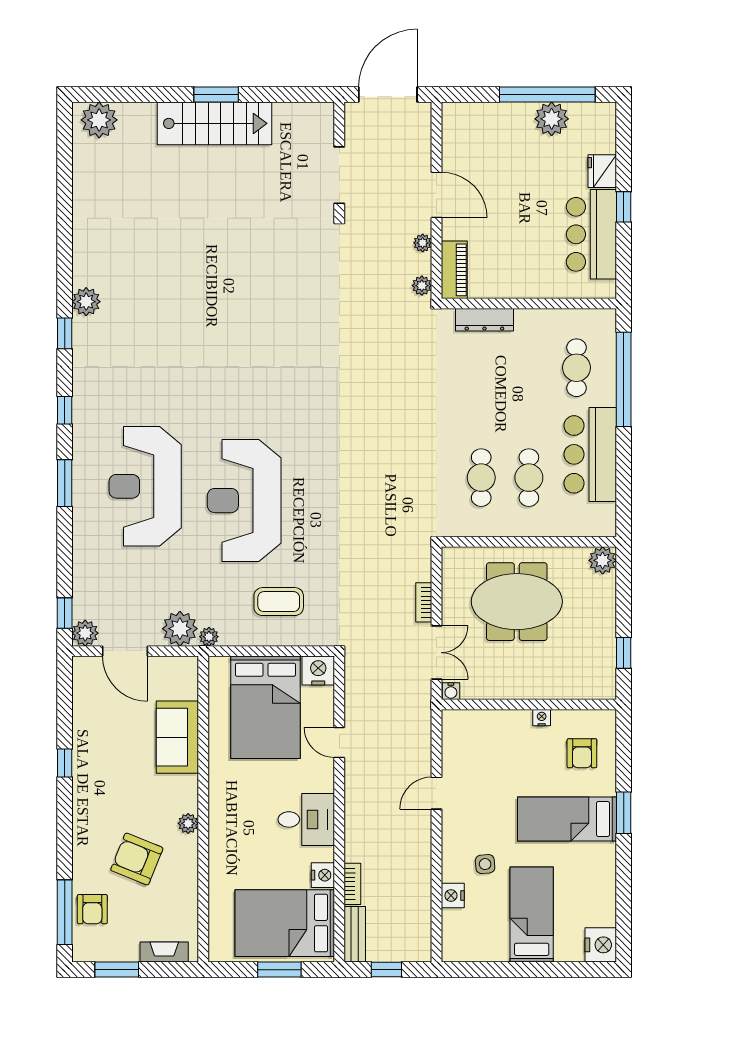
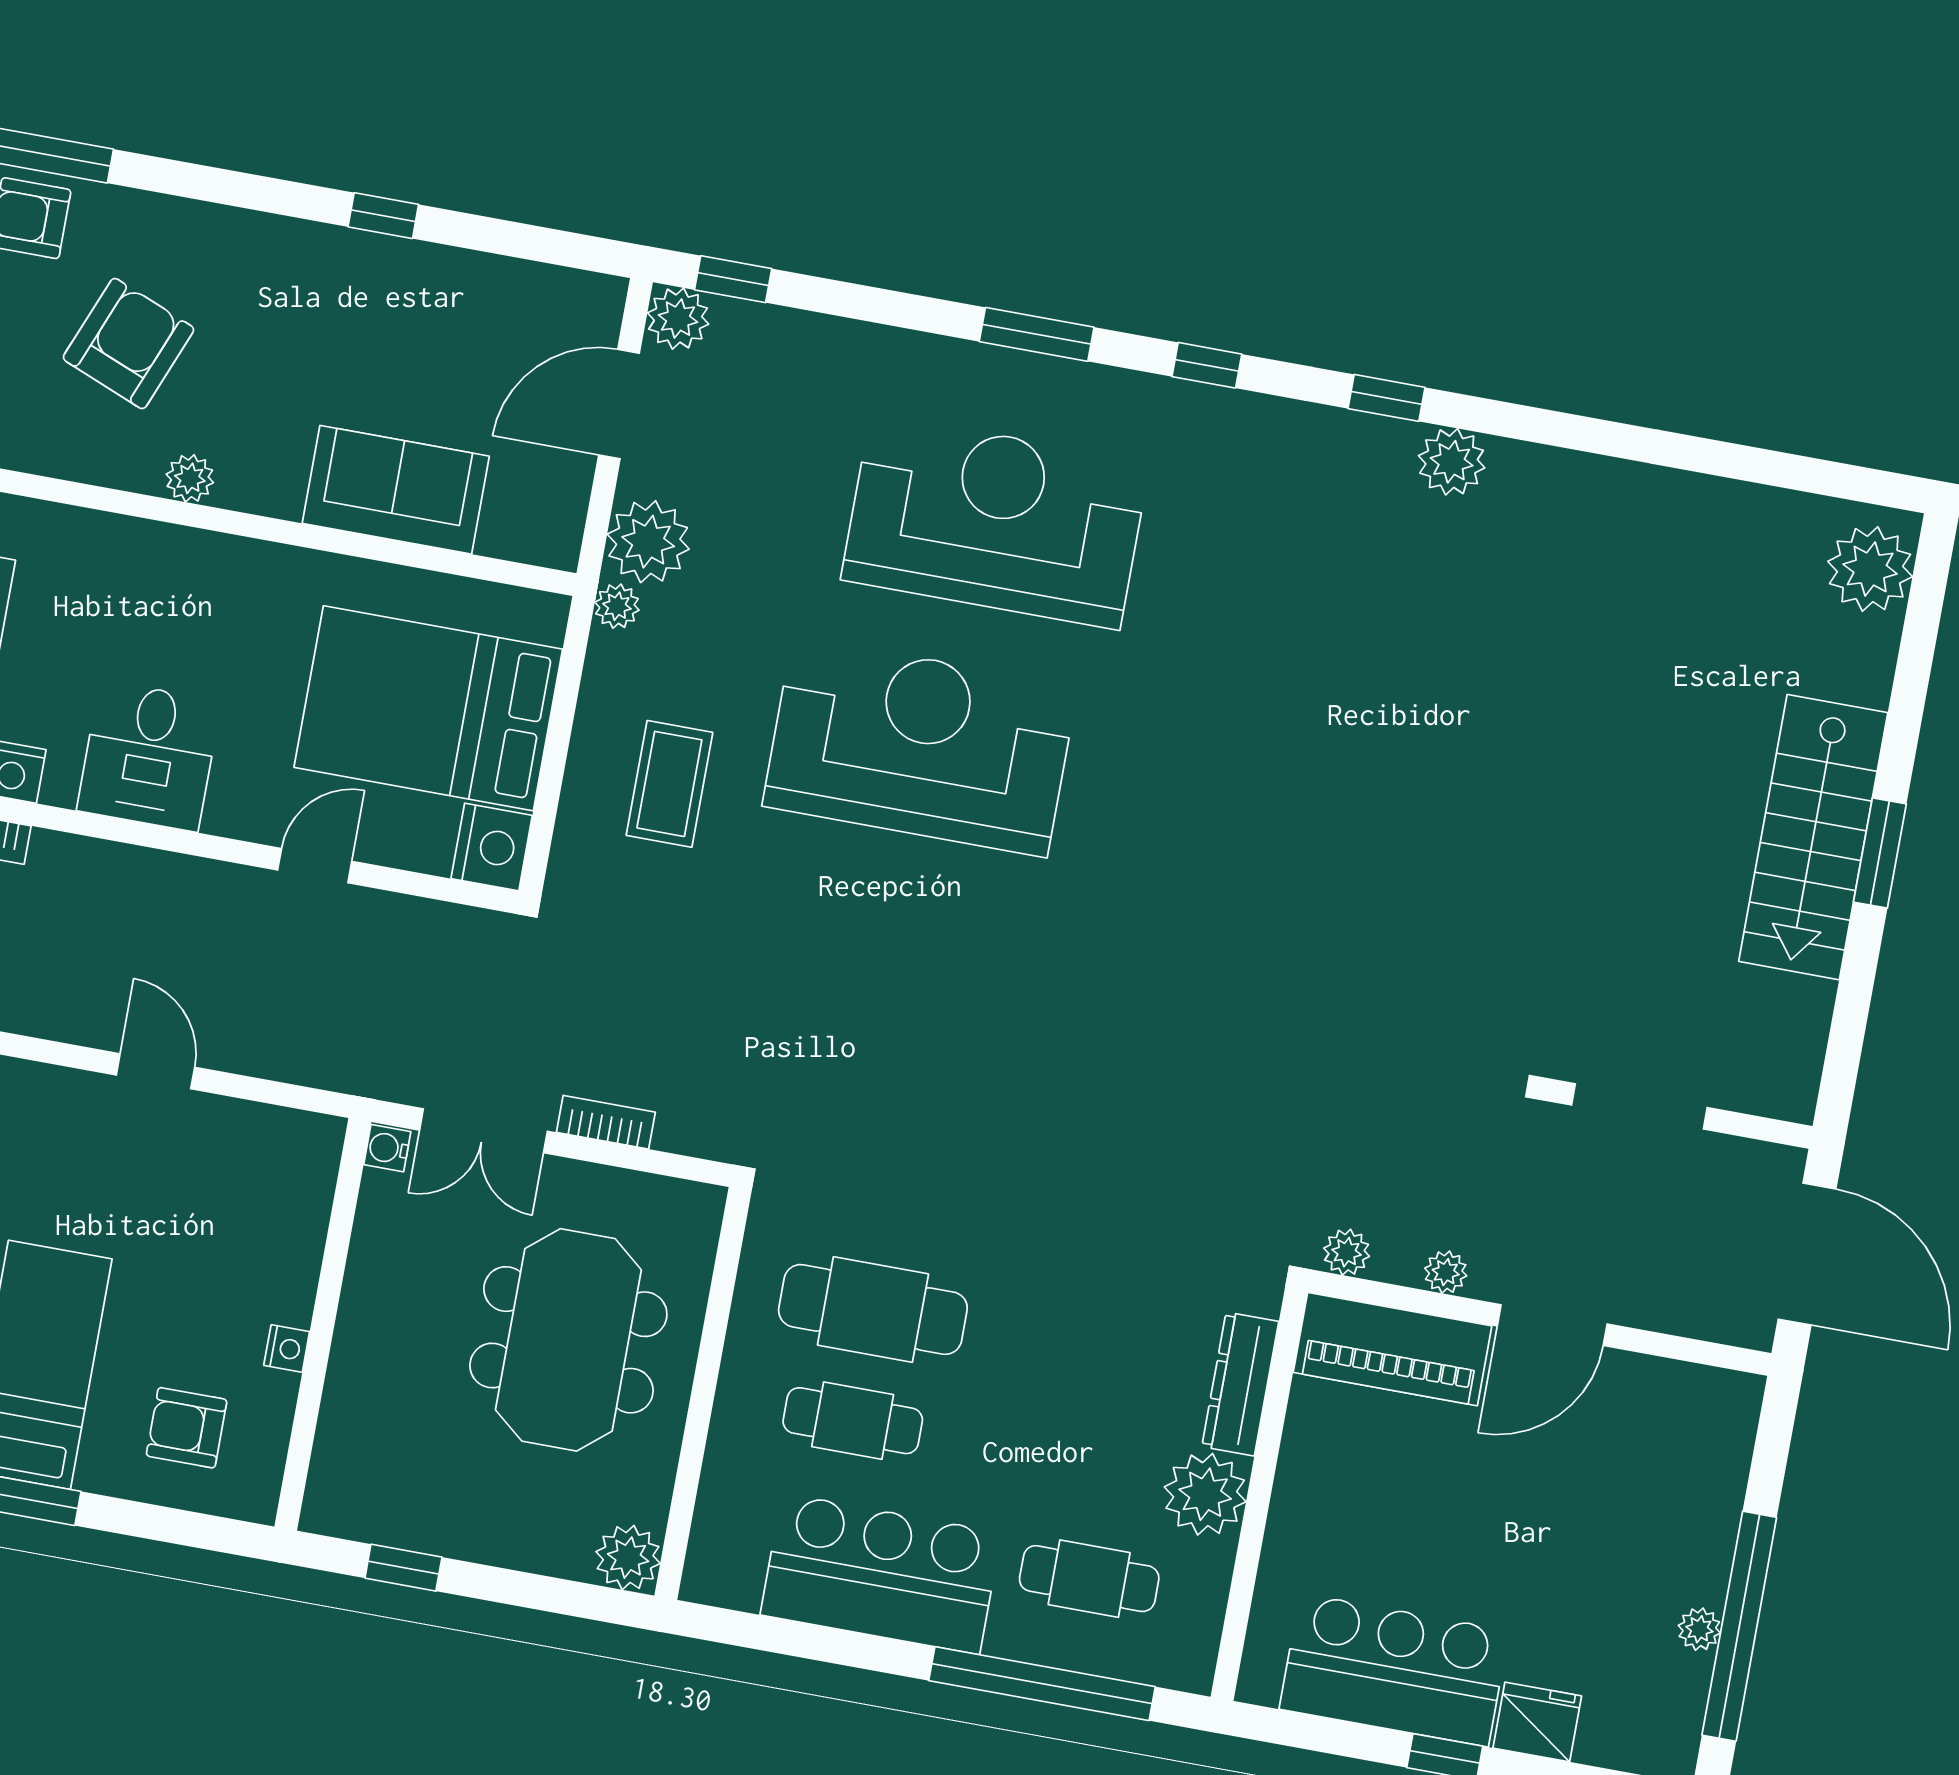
plant: (552, 119) -> (1699, 1629), width x0.53, depth x0.53
piano: (454, 270) -> (1392, 1349), width x1.37, depth x1.33
plant: (533, 326) -> (1205, 1494), added
cafe table: (481, 478) -> (873, 1309), width x1.37, depth x1.35

